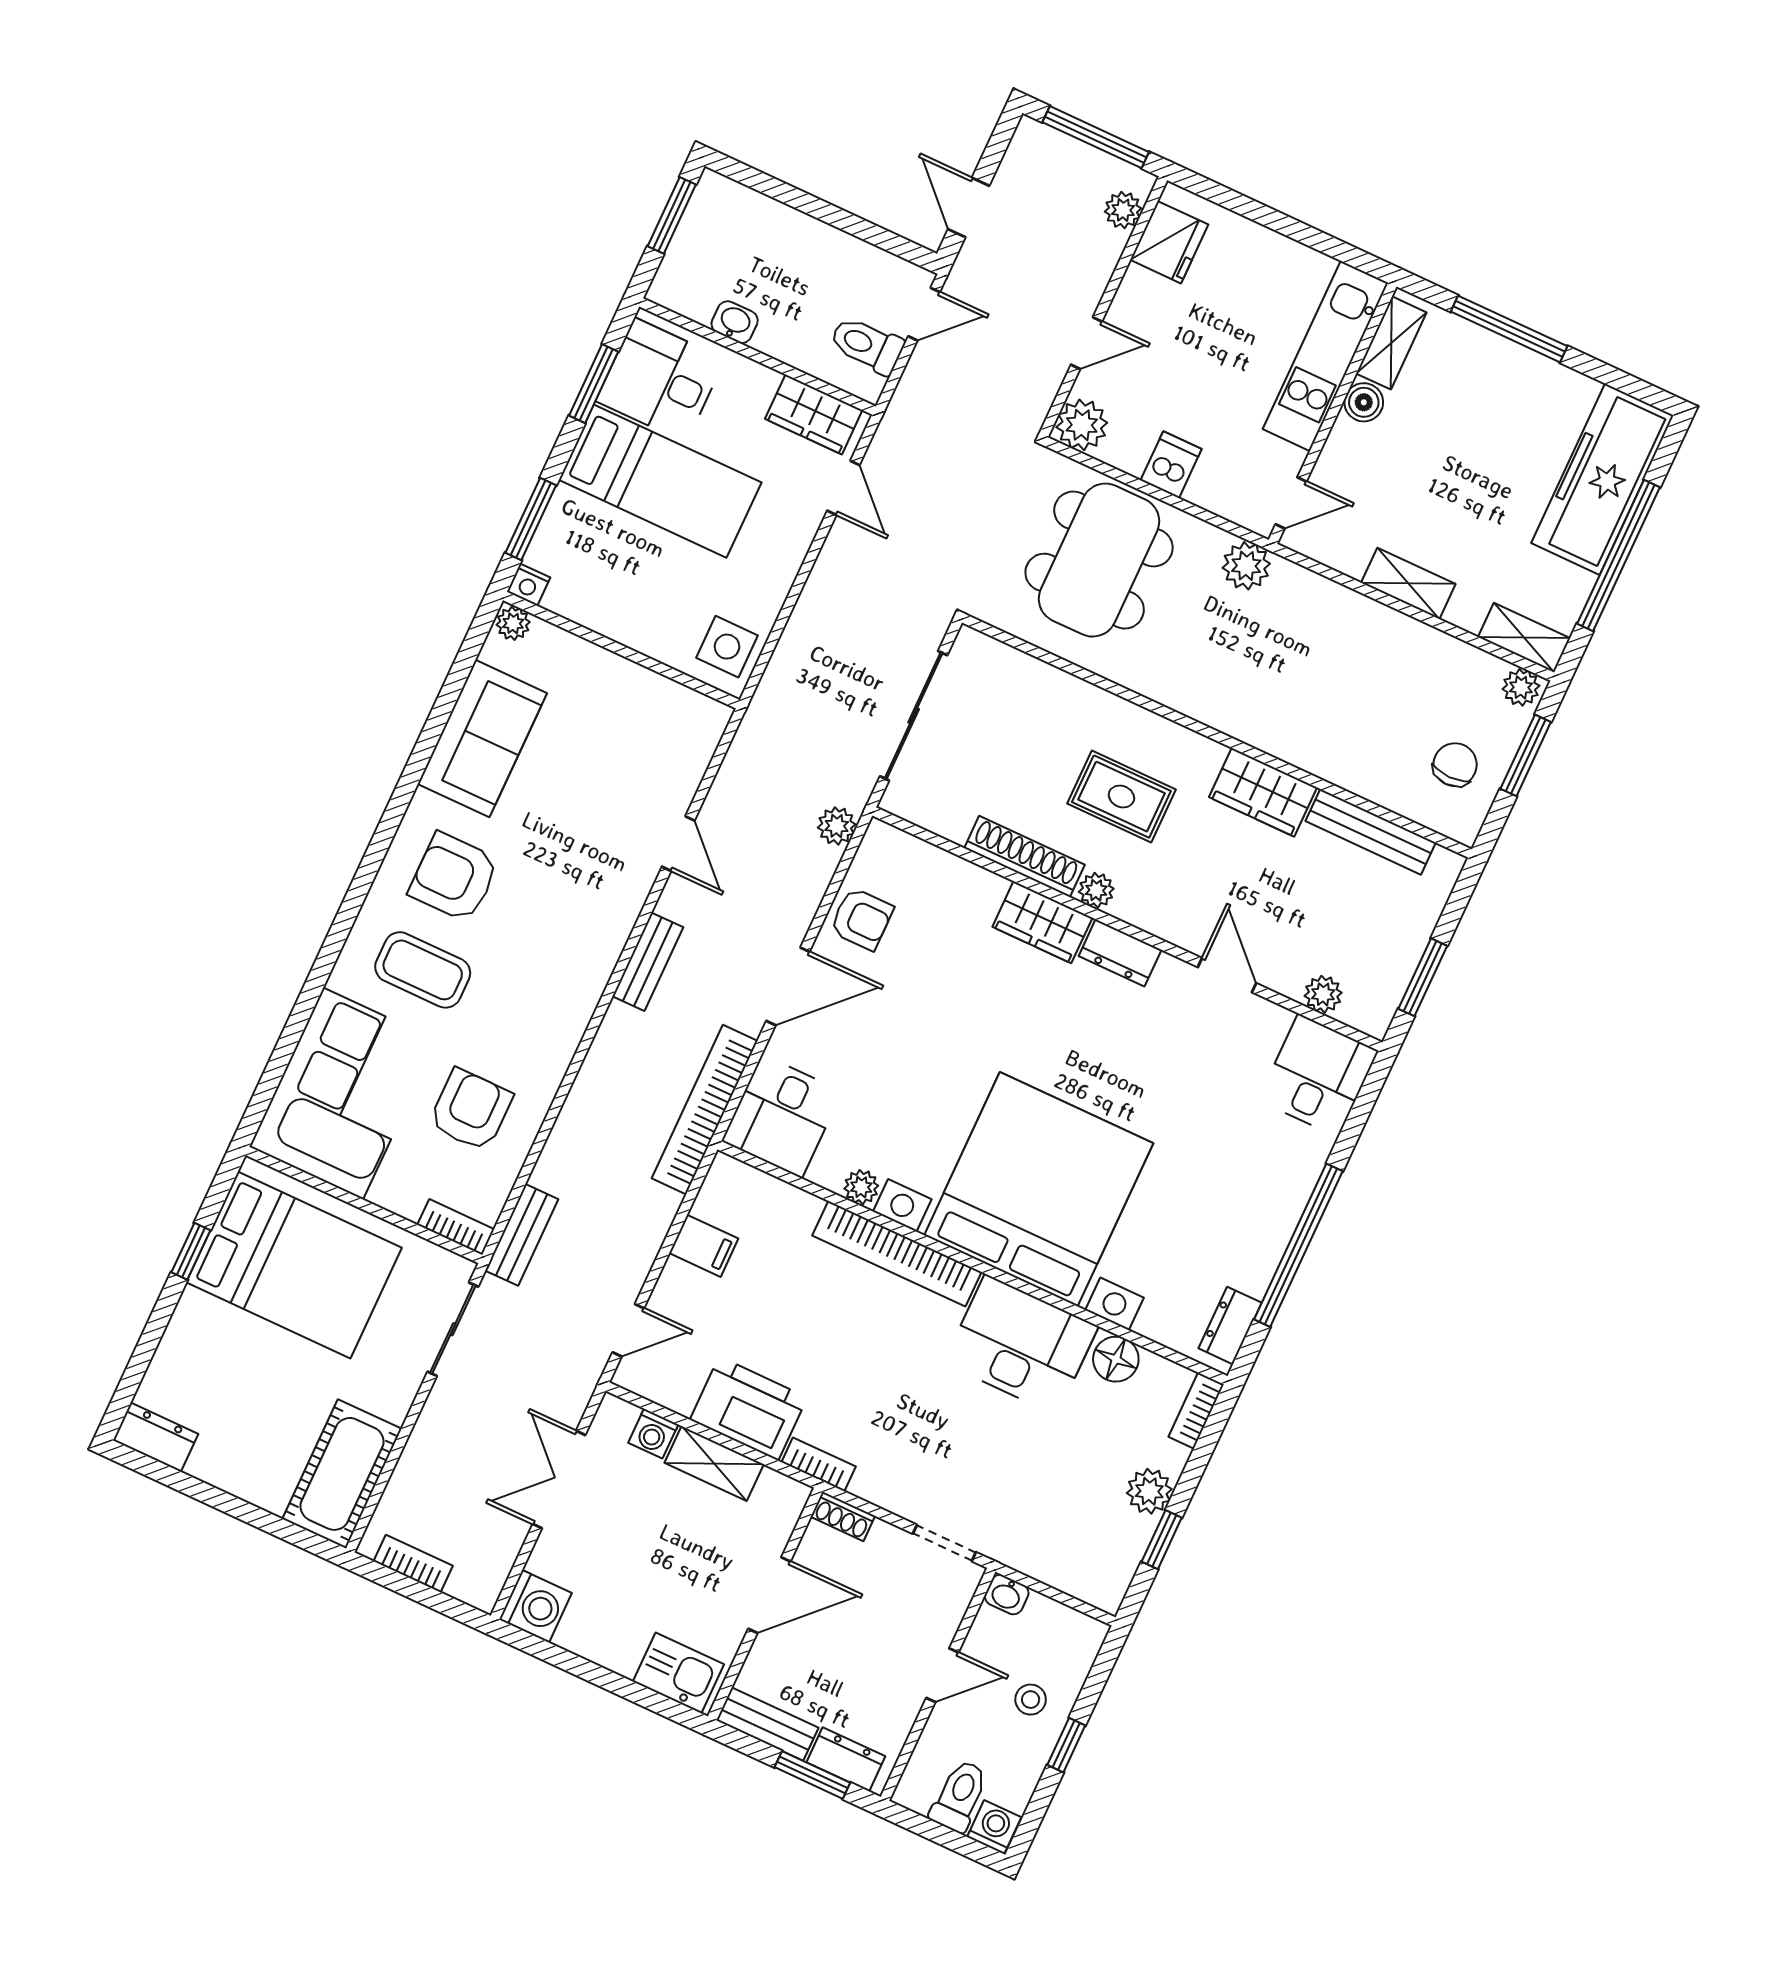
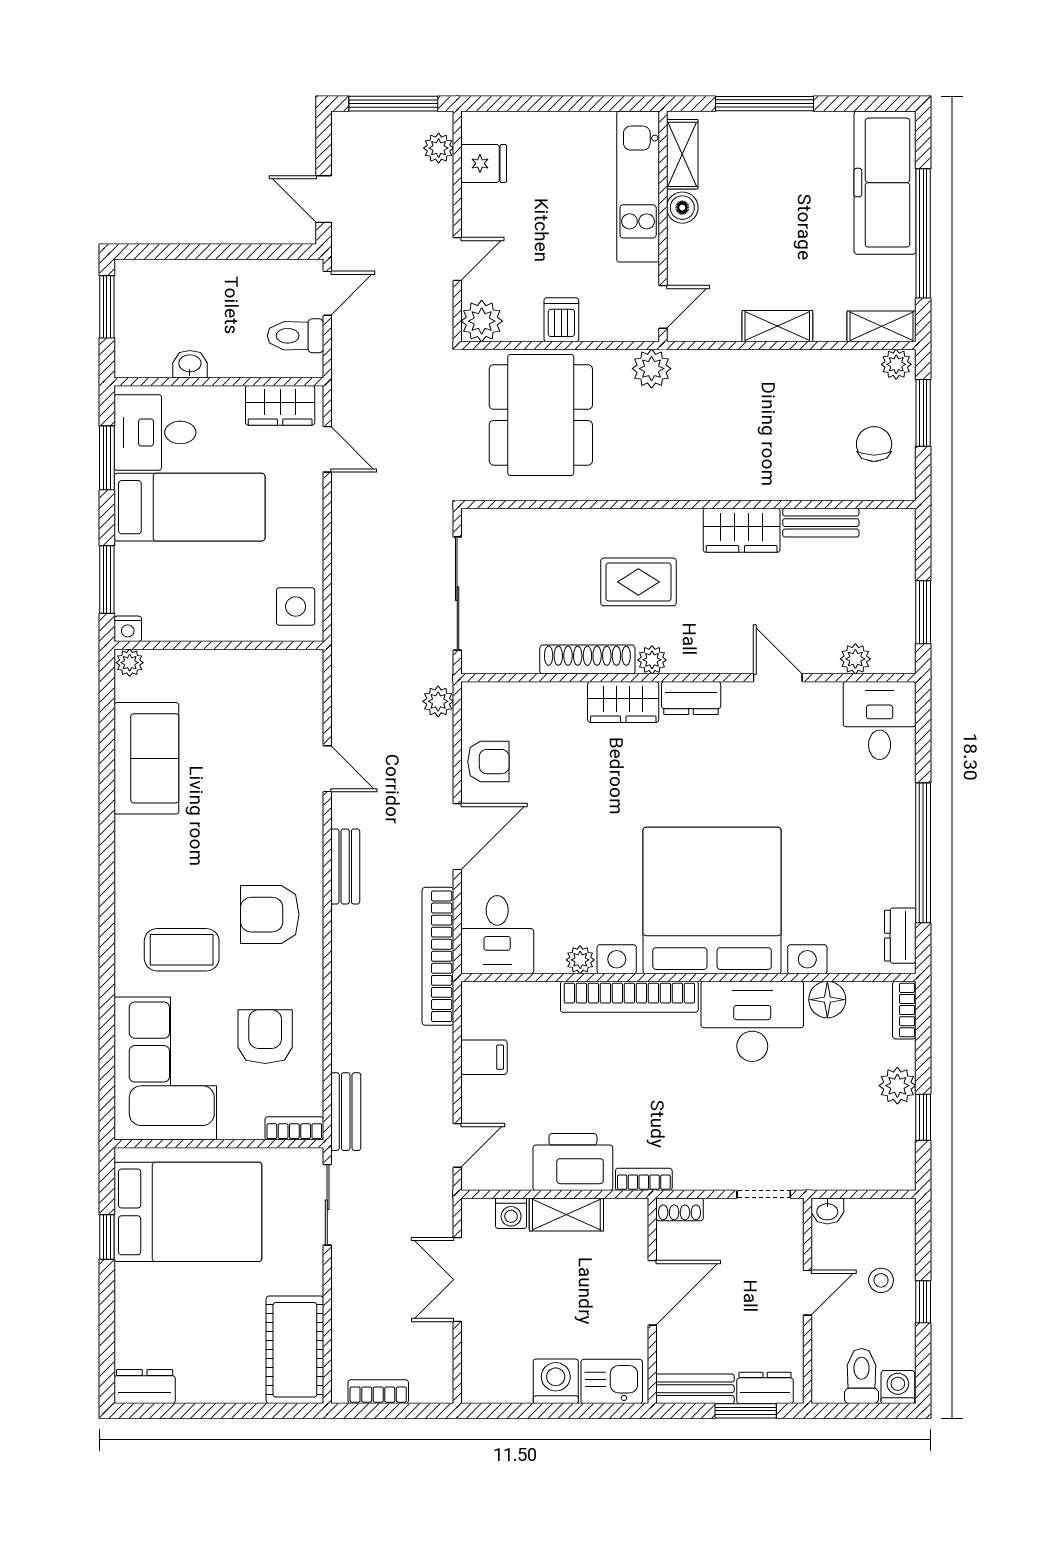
fridge: (1169, 242) -> (484, 163), width x0.72
bench: (1371, 832) -> (821, 523), width x0.73
armchair: (454, 877) -> (270, 915), moved
washing machine: (535, 1606) -> (556, 1381), moved, turned -90

